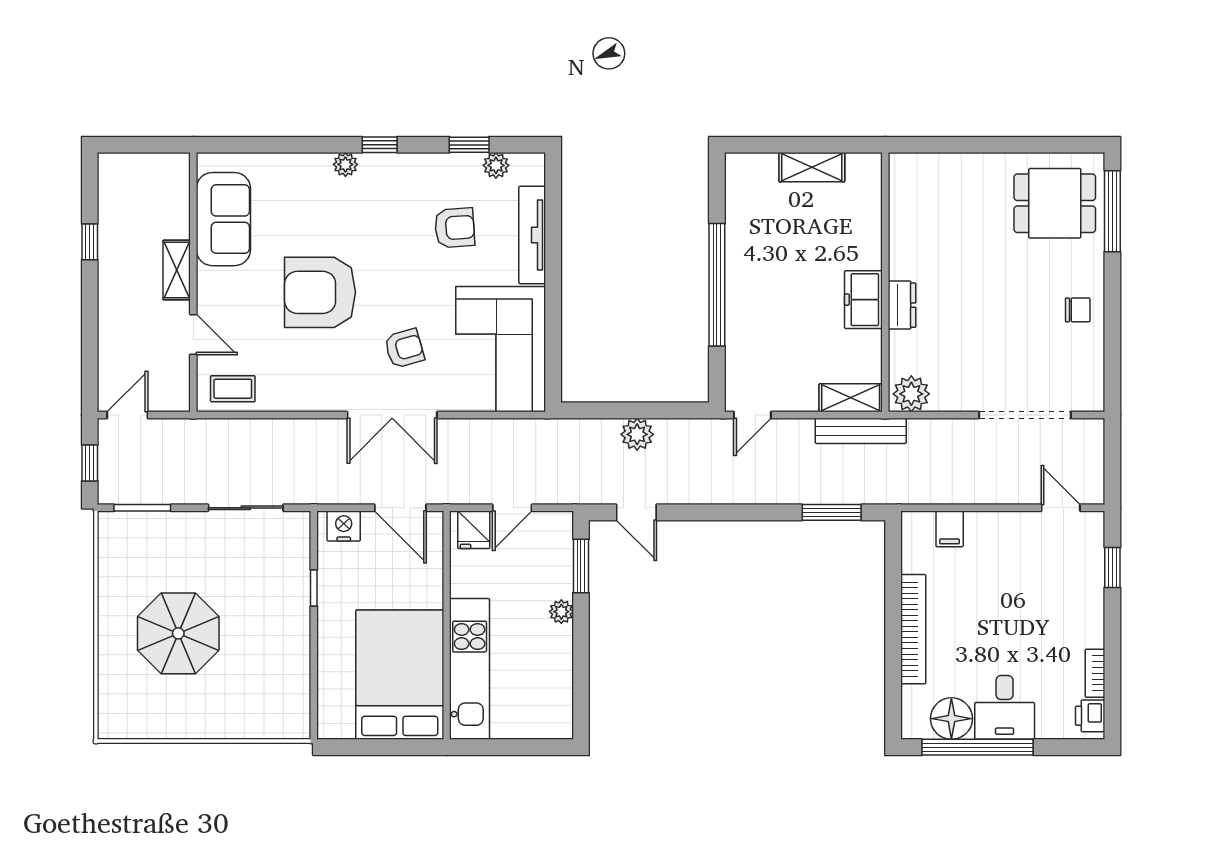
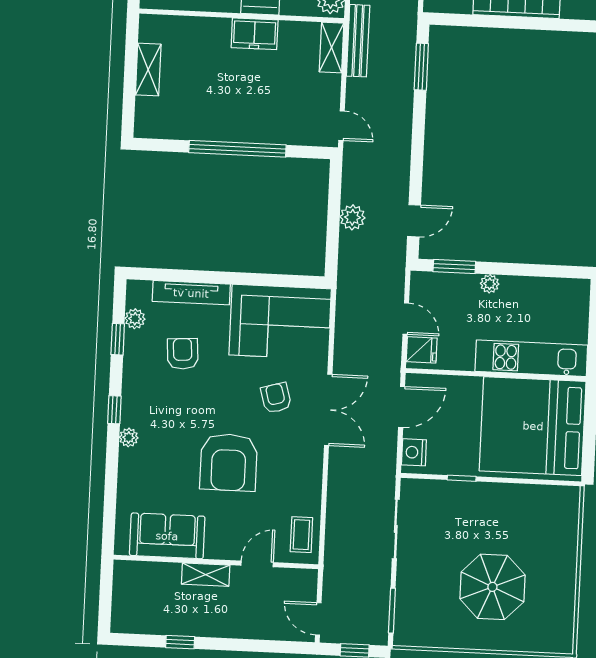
bed: (400, 675) -> (533, 426), width x1.36

